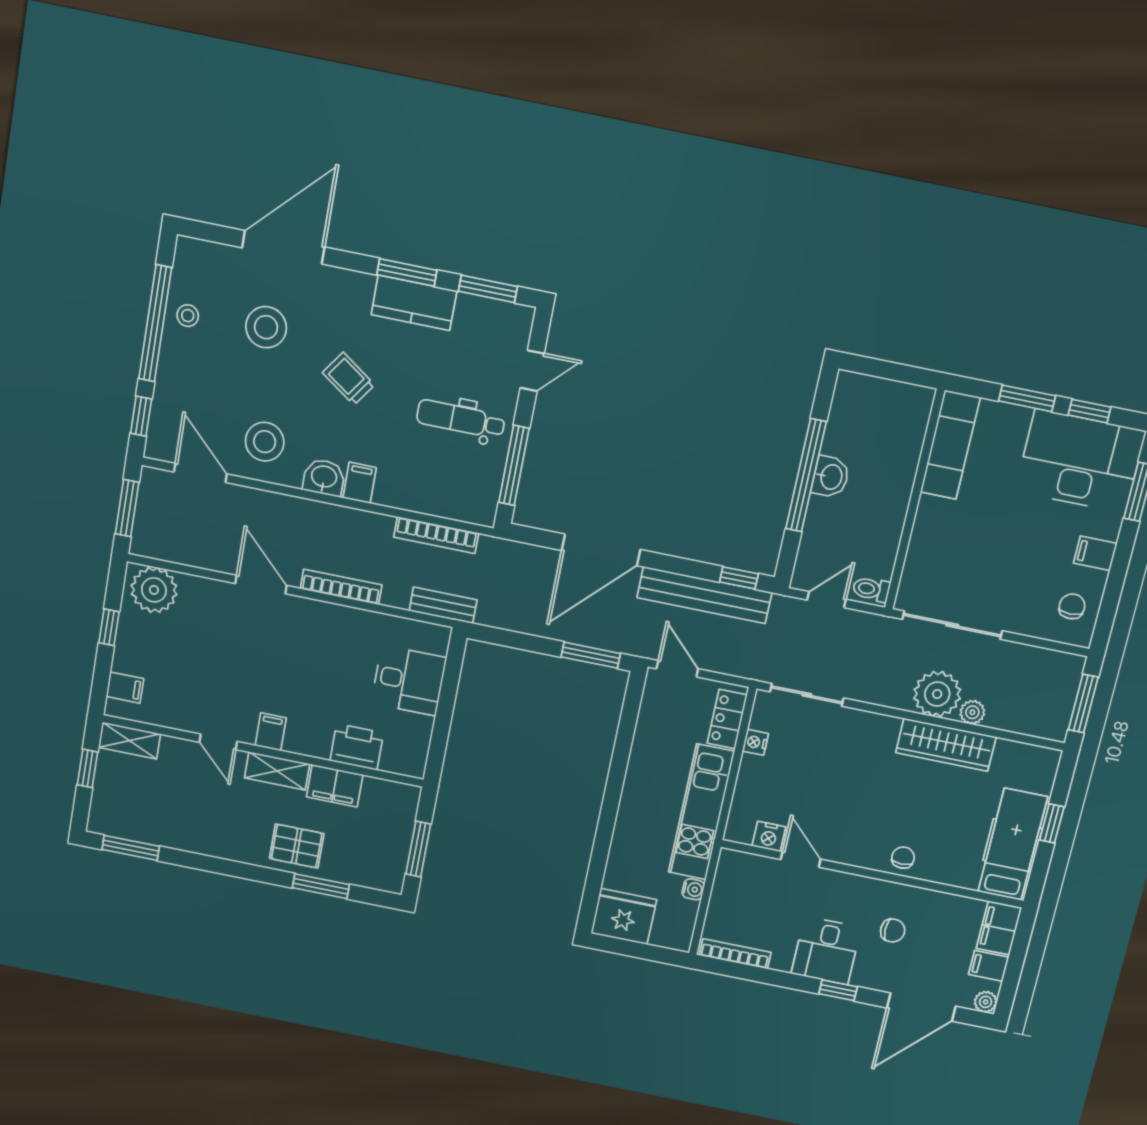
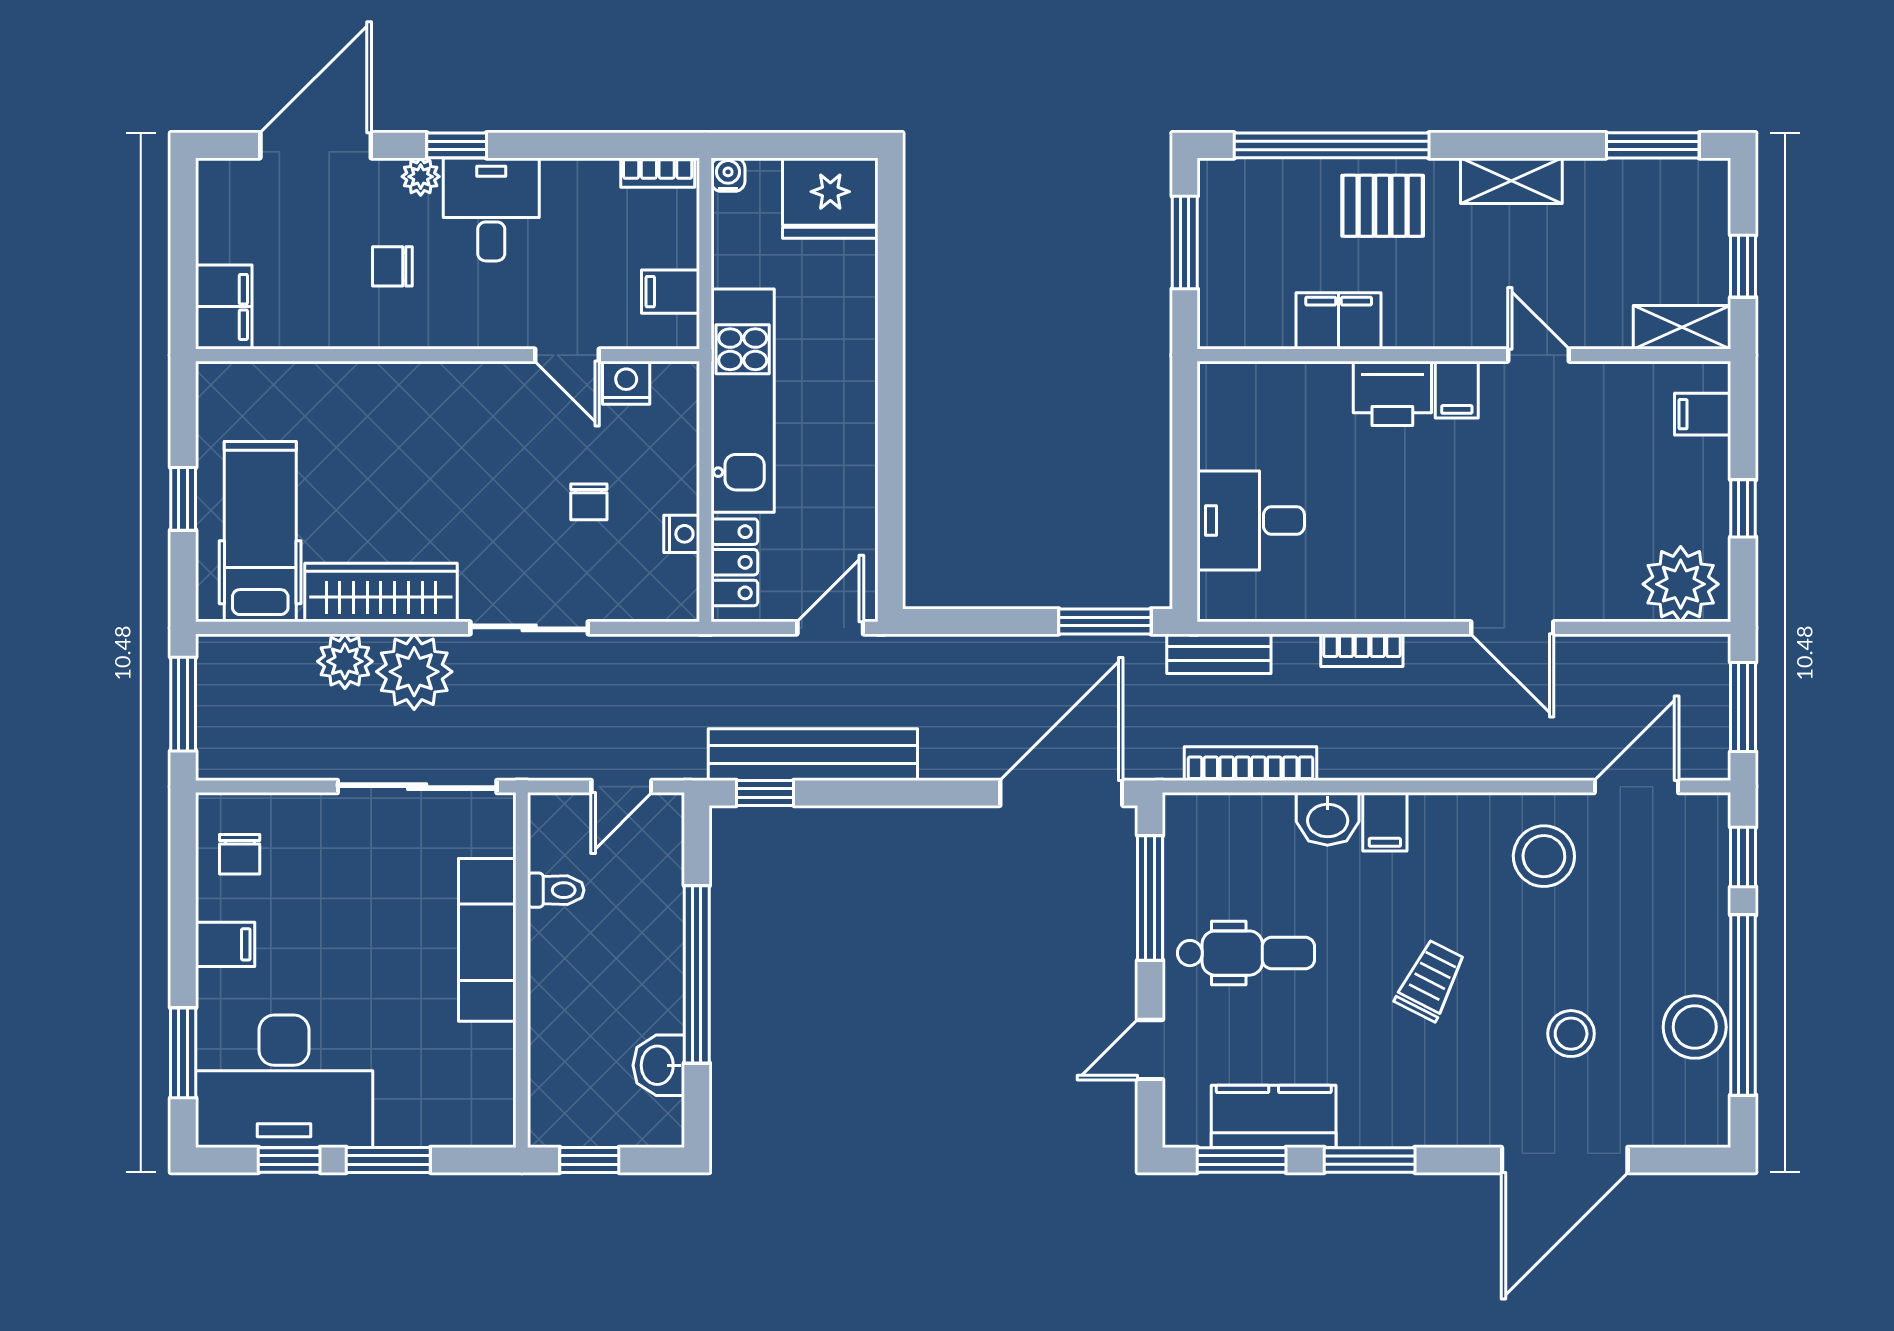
kitchen counter: (414, 303) -> (1274, 1116), moved
stool: (188, 316) -> (1695, 1027), width x1.89, depth x1.89
stool: (266, 327) -> (1571, 1034), width x0.73, depth x0.73
window: (900, 373) -> (589, 1160), added
trolley: (349, 379) -> (1430, 980), turned -98
exam couch: (950, 445) -> (487, 940), moved
door: (200, 473) -> (1636, 787), swing flipped
washbasin: (324, 477) -> (1328, 819), moved
washbasin: (831, 477) -> (659, 1065), moved
door: (601, 550) -> (1061, 793), moved
bookcase: (341, 587) -> (1362, 650), width x0.64
toilet: (871, 589) -> (556, 890), moved
window: (591, 655) -> (1105, 621), moved
door: (677, 669) -> (830, 628), swing flipped
sliding door: (807, 695) -> (529, 628), moved
plant: (972, 712) -> (345, 661), width x1.38, depth x1.38
printer: (357, 747) -> (1392, 393), moved
shelving: (277, 771) -> (1511, 181), moved
hospital bed: (1013, 844) -> (260, 532), moved, turned 180
chair: (903, 858) -> (589, 502), moved
window: (321, 886) -> (1332, 145), width x2.11
water cooler: (693, 889) -> (728, 175), moved, turned 90
bookcase: (735, 954) -> (658, 173), width x0.64
filing cabinet: (989, 966) -> (670, 292), moved, turned 180
plant: (986, 1002) -> (421, 177), moved

